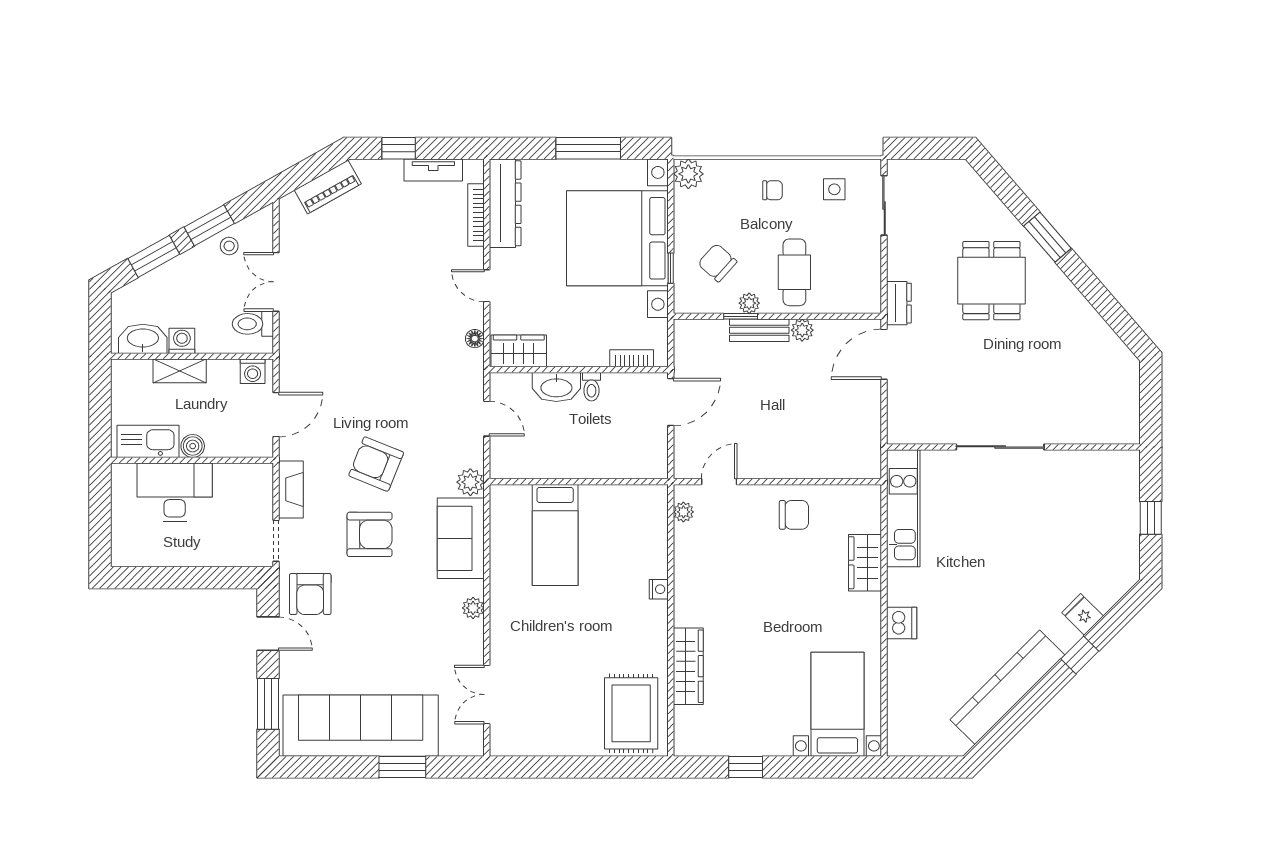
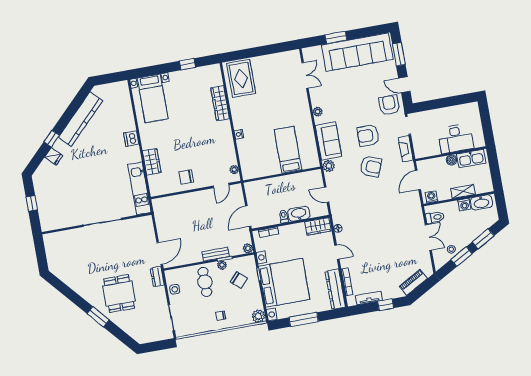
side table: (834, 189) -> (175, 289), moved
plant: (802, 330) -> (248, 248), moved

